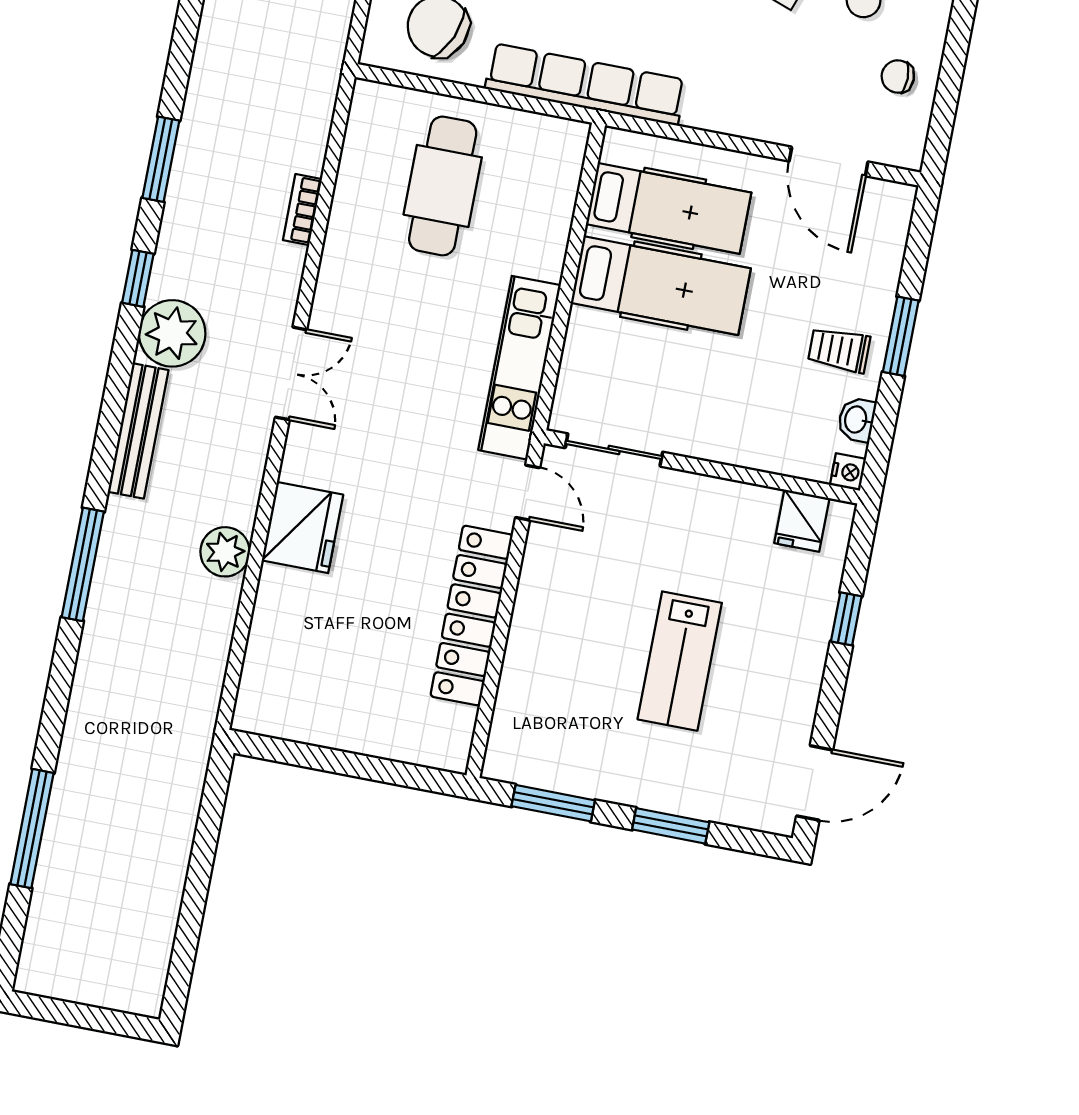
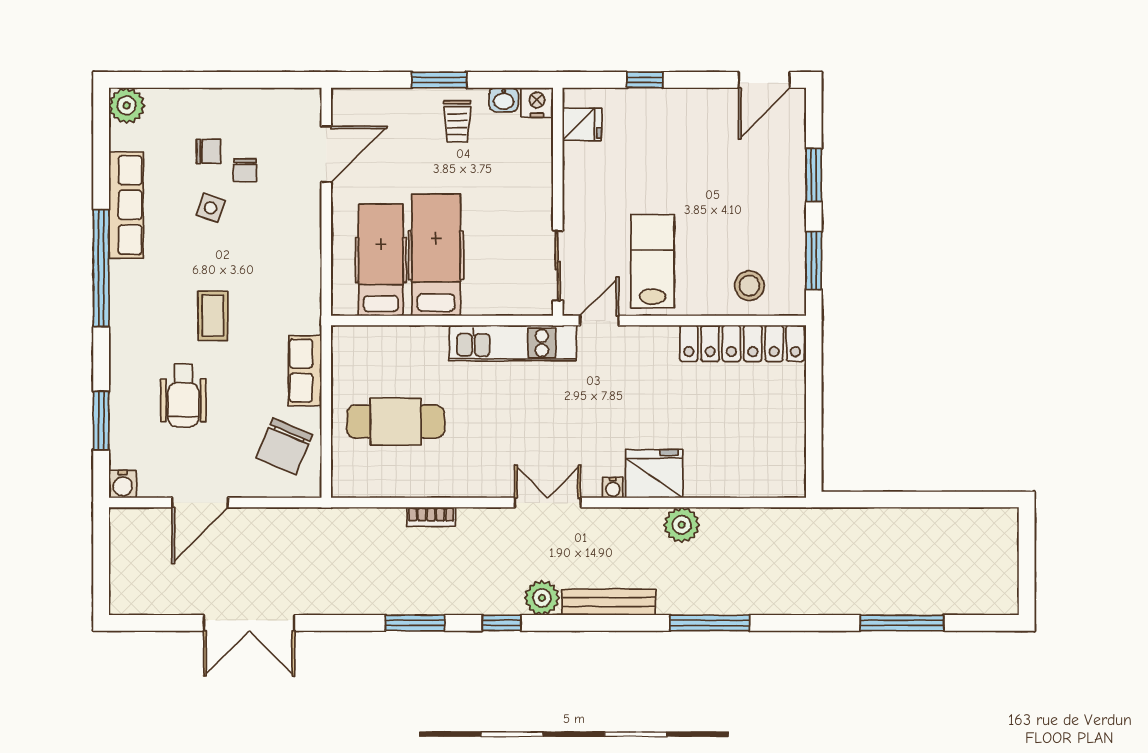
chair: (898, 76) -> (245, 170), moved
row of seats: (585, 84) -> (305, 371), width x0.50
plant: (172, 333) -> (542, 598), width x0.73, depth x0.73
water cooler: (294, 467) -> (613, 488), added
nightstand: (848, 472) -> (537, 102), width x1.39, depth x1.35
locker: (472, 616) -> (742, 343), moved
lab bench: (680, 661) -> (653, 261), moved, turned -90
stool: (536, 708) -> (749, 286), added
door: (815, 783) -> (764, 80), swing flipped

